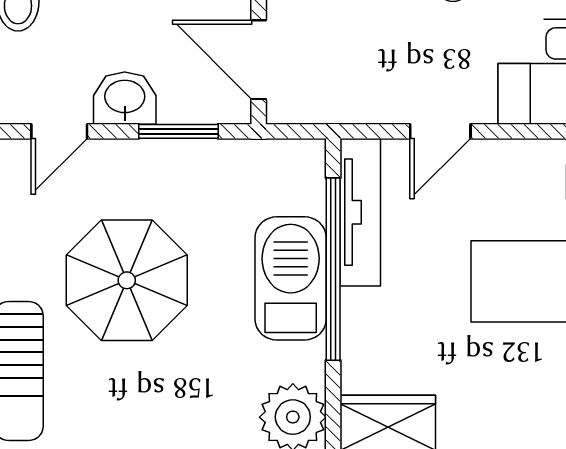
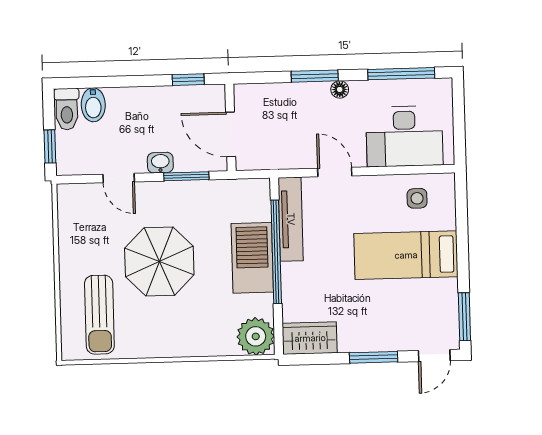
washbasin: (125, 98) -> (160, 163), width x0.72, depth x0.69
door: (59, 131) -> (119, 178), hinge flipped
door: (440, 131) -> (335, 172), swing flipped

